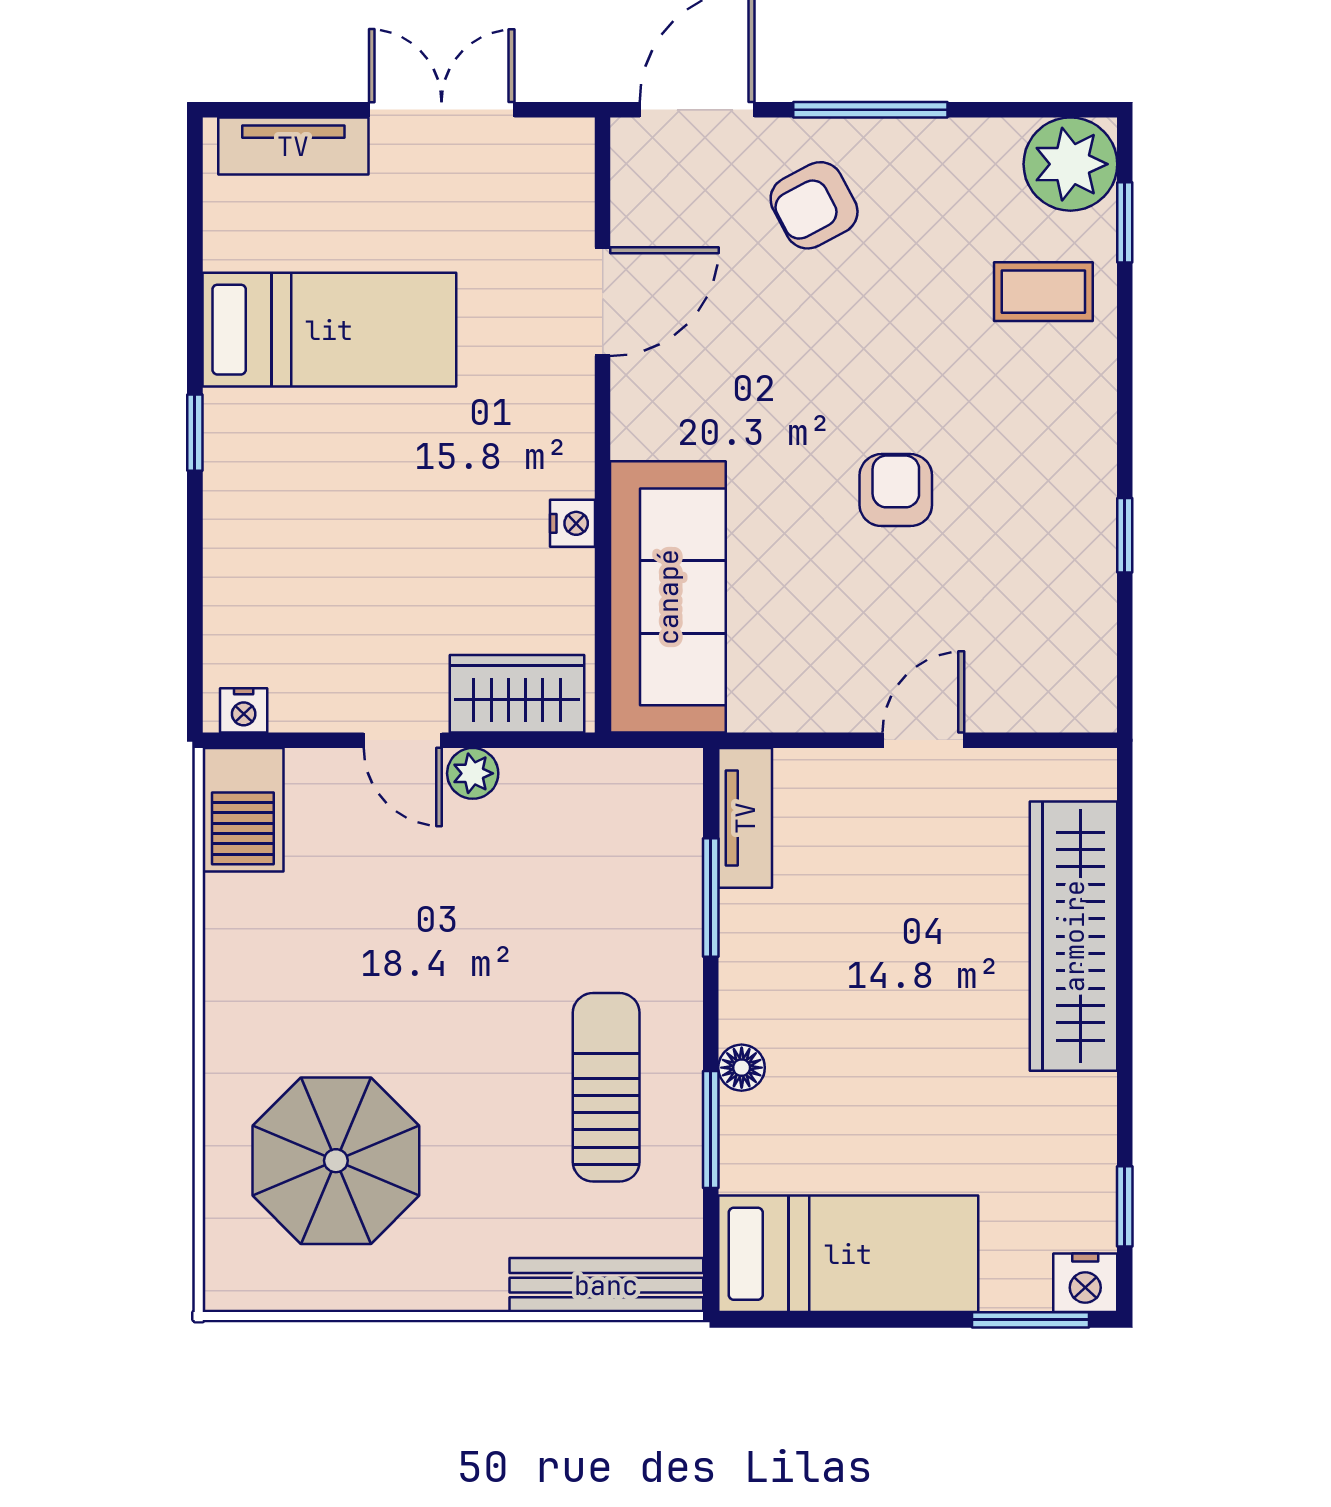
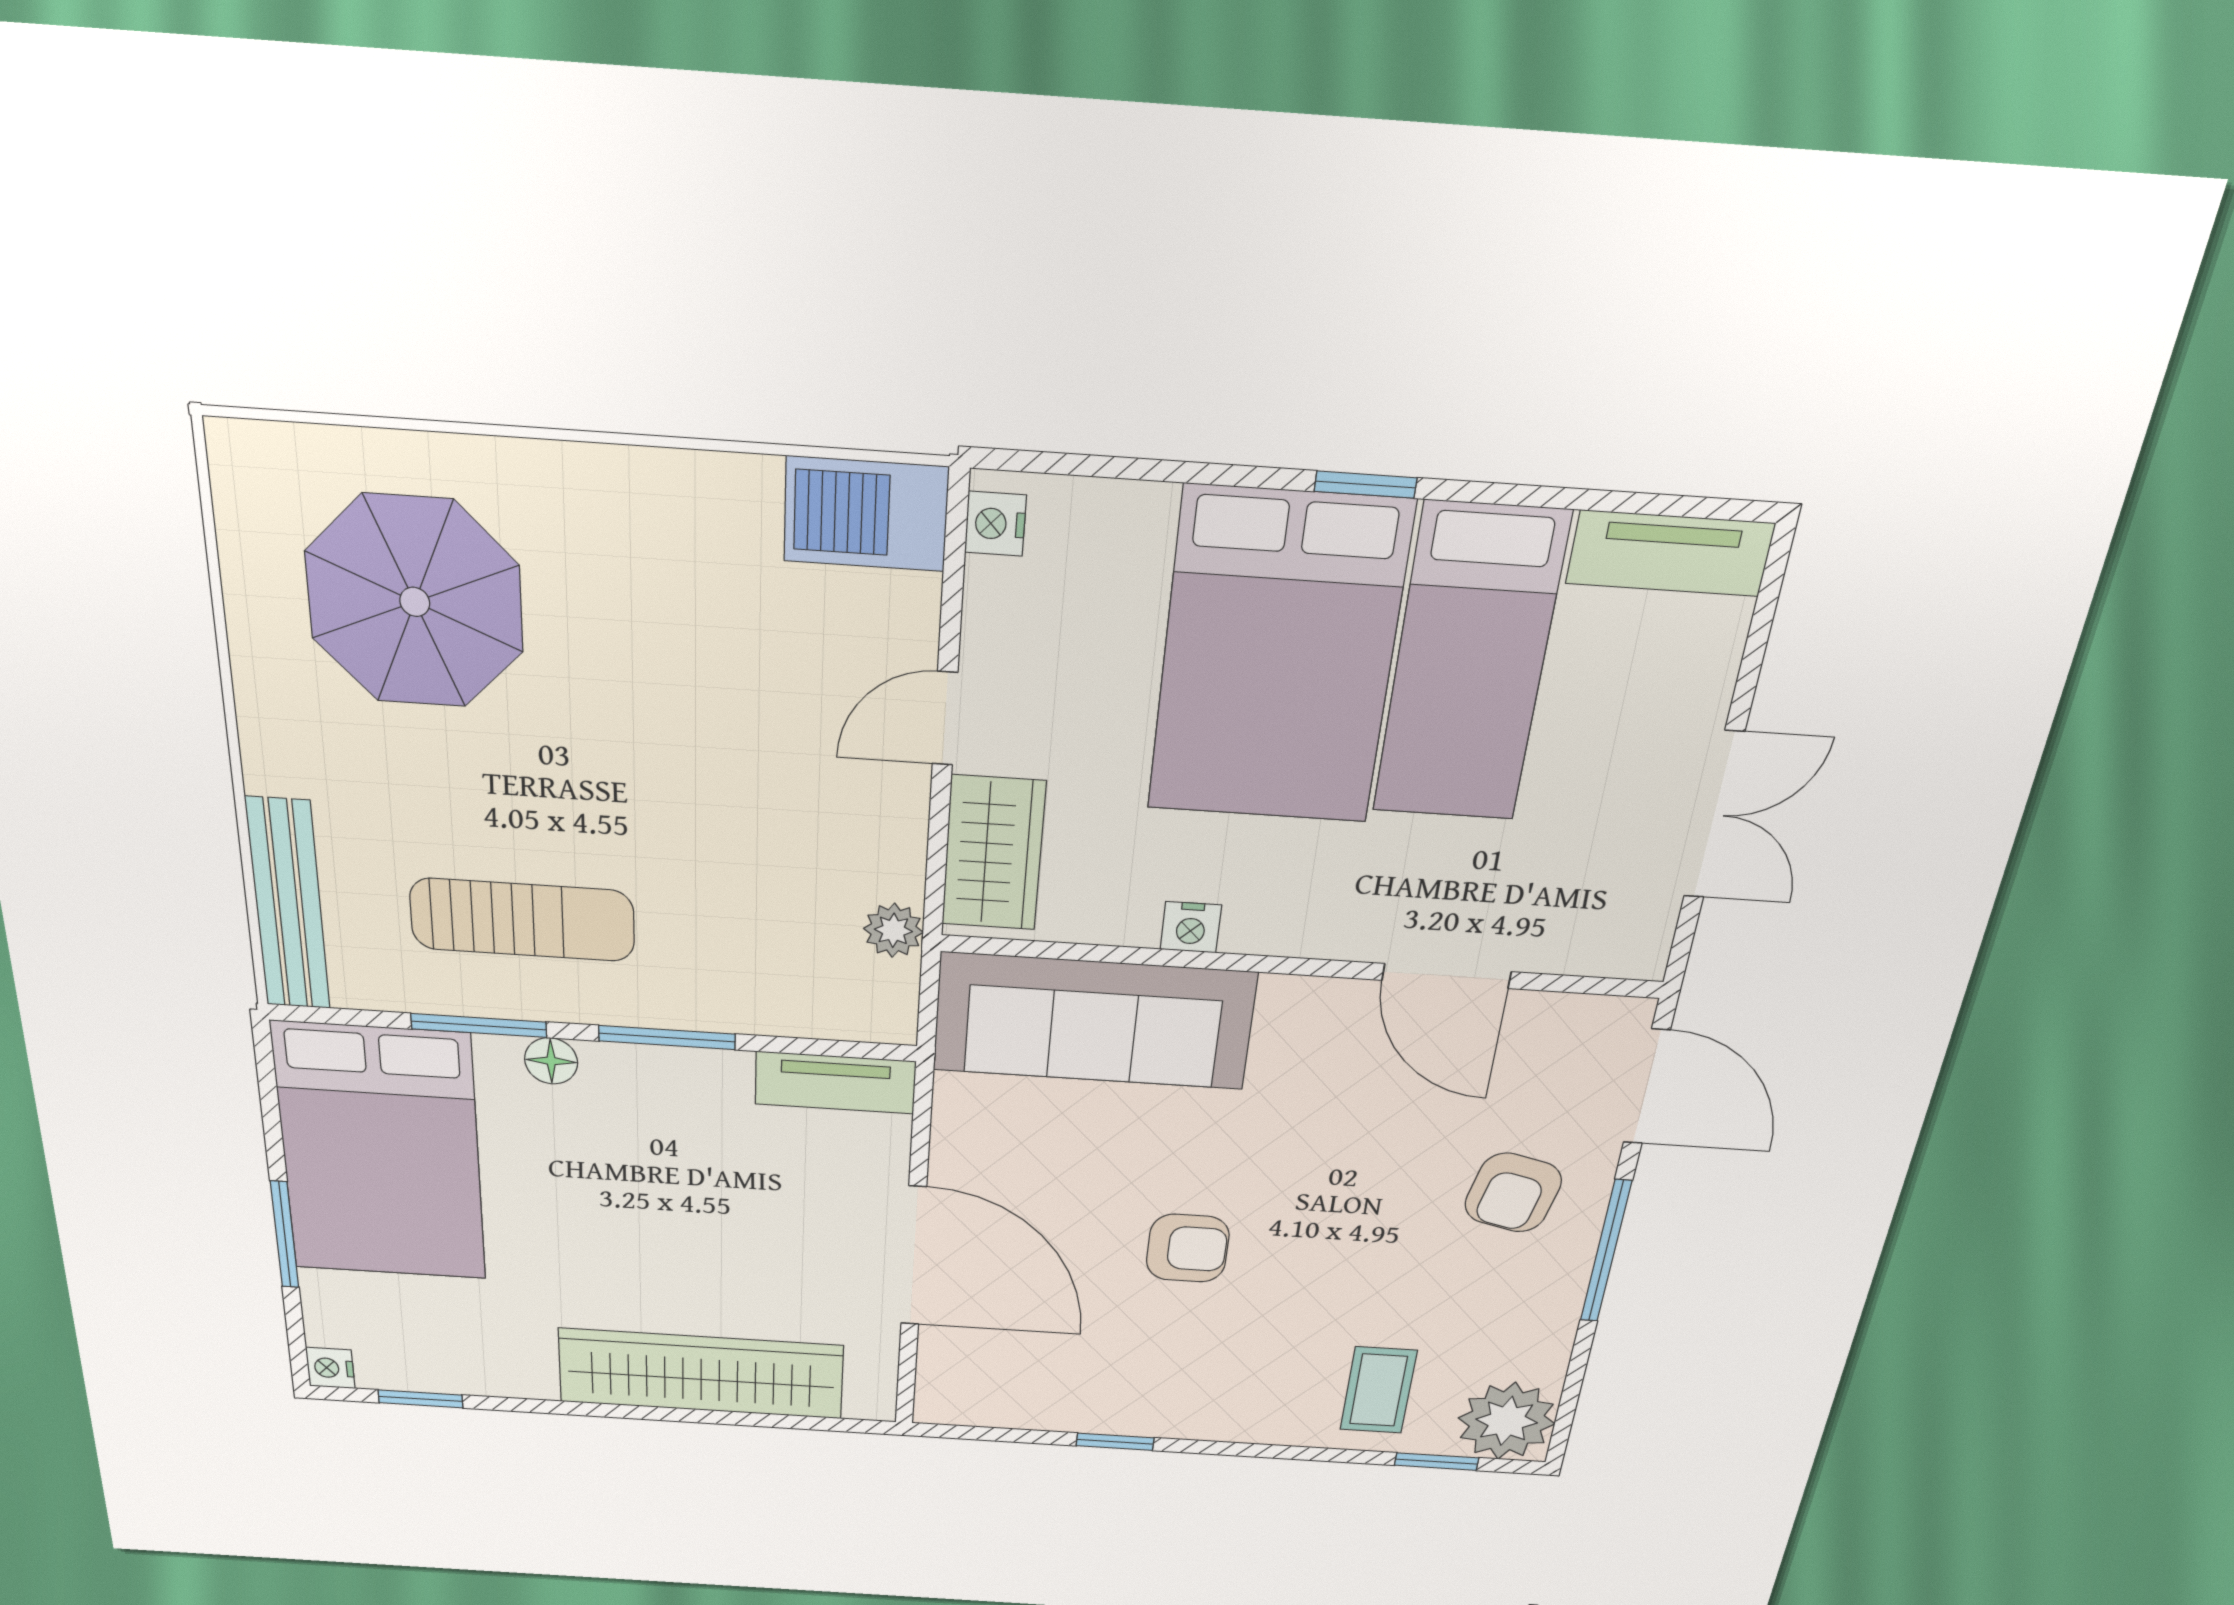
tv unit: (293, 146) -> (1670, 553), moved, turned -90
armchair: (814, 205) -> (1513, 1193), turned -139
bed: (335, 481) -> (1278, 658), added
door: (923, 740) -> (914, 1256), width x1.87
plant: (473, 773) -> (893, 930), moved
window: (711, 897) -> (667, 1038), moved
bed: (848, 1254) -> (381, 1153), width x1.50
nightstand: (1085, 1283) -> (330, 1368), width x0.72, depth x0.74
window: (1030, 1320) -> (285, 1235), moved

